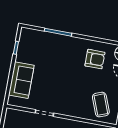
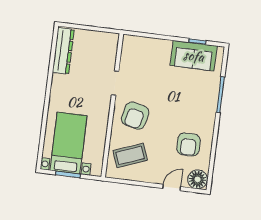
sofa: (21, 80) -> (194, 56), moved
armchair: (70, 99) -> (135, 116), added

